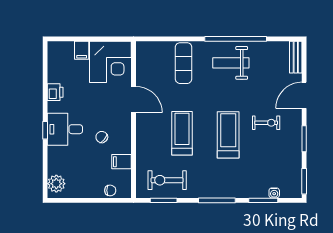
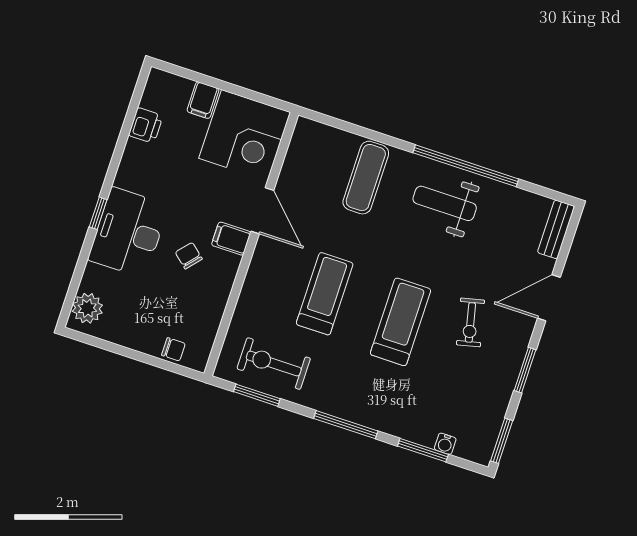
printer: (55, 92) -> (146, 125), moved
exercise bike: (266, 123) -> (470, 322), turned 77
desk: (65, 129) -> (128, 232), width x1.37
filing cabinet: (122, 162) -> (231, 239), moved

